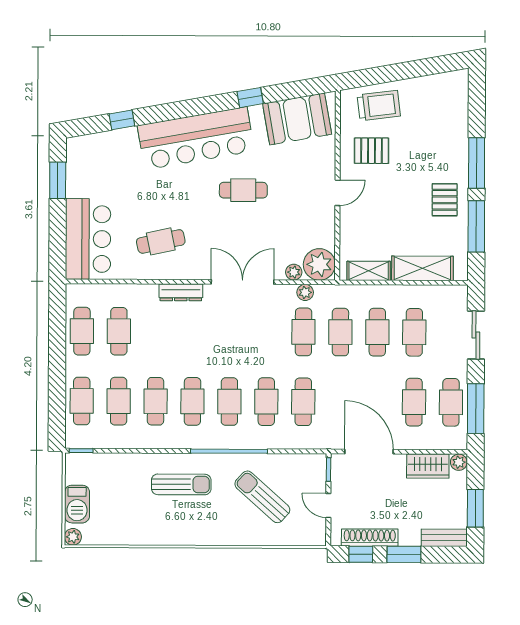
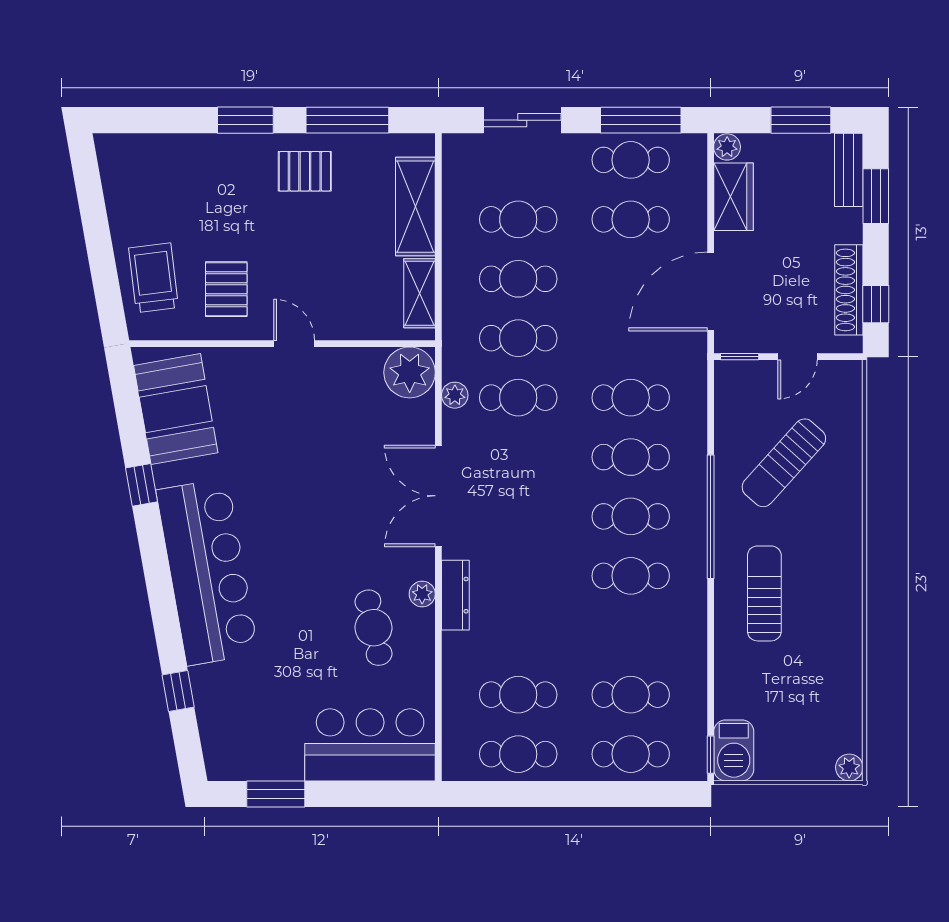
window: (477, 163) -> (245, 120), width x0.69
cafe table: (243, 190) -> (291, 495), removed
plant: (294, 272) -> (422, 594), moved
cafe table: (156, 401) -> (631, 635), removed
barbecue: (77, 504) -> (734, 750), moved, turned 90
window: (404, 554) -> (876, 196), moved

